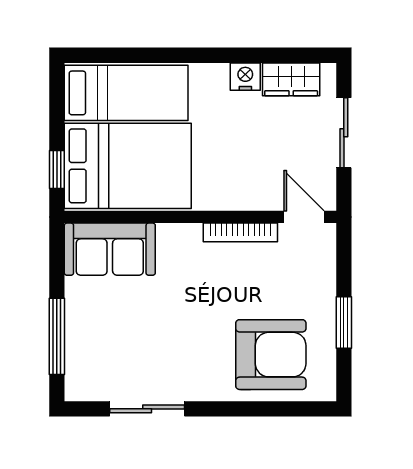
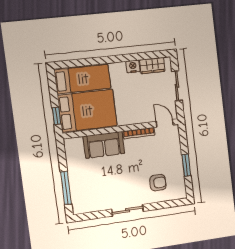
sofa: (110, 249) -> (104, 145), moved
armchair: (271, 355) -> (158, 183), width x0.53, depth x0.53
sliding door: (147, 409) -> (128, 210), moved

